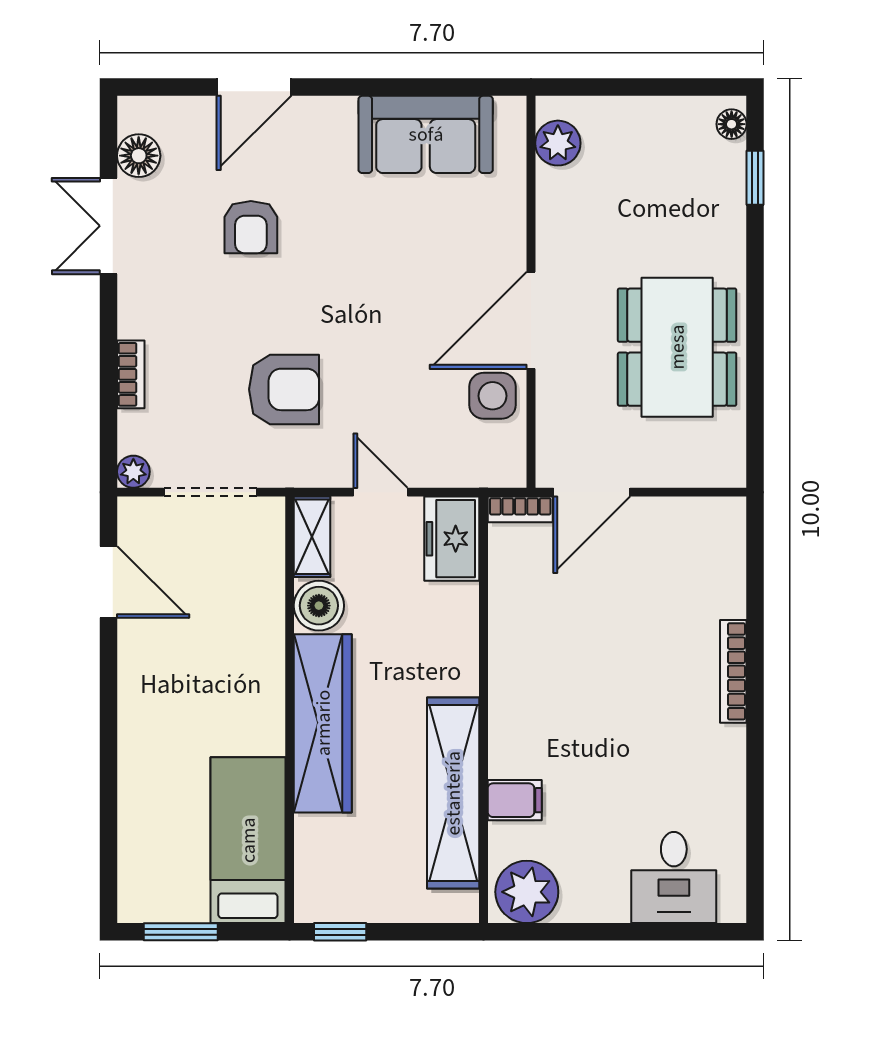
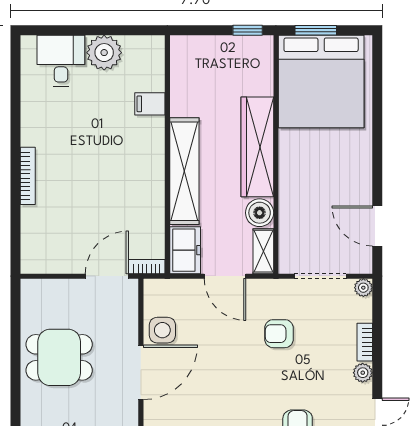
plant: (134, 320) -> (363, 373), added
dining table: (677, 347) -> (59, 357), width x0.73
armchair: (284, 389) -> (279, 334), width x0.72, depth x0.72
door: (381, 492) -> (225, 276), width x1.38
shelving: (453, 793) -> (184, 171), moved
bed: (248, 840) -> (321, 81), width x2.04
plant: (527, 892) -> (104, 53), moved
window: (181, 932) -> (316, 30), moved

